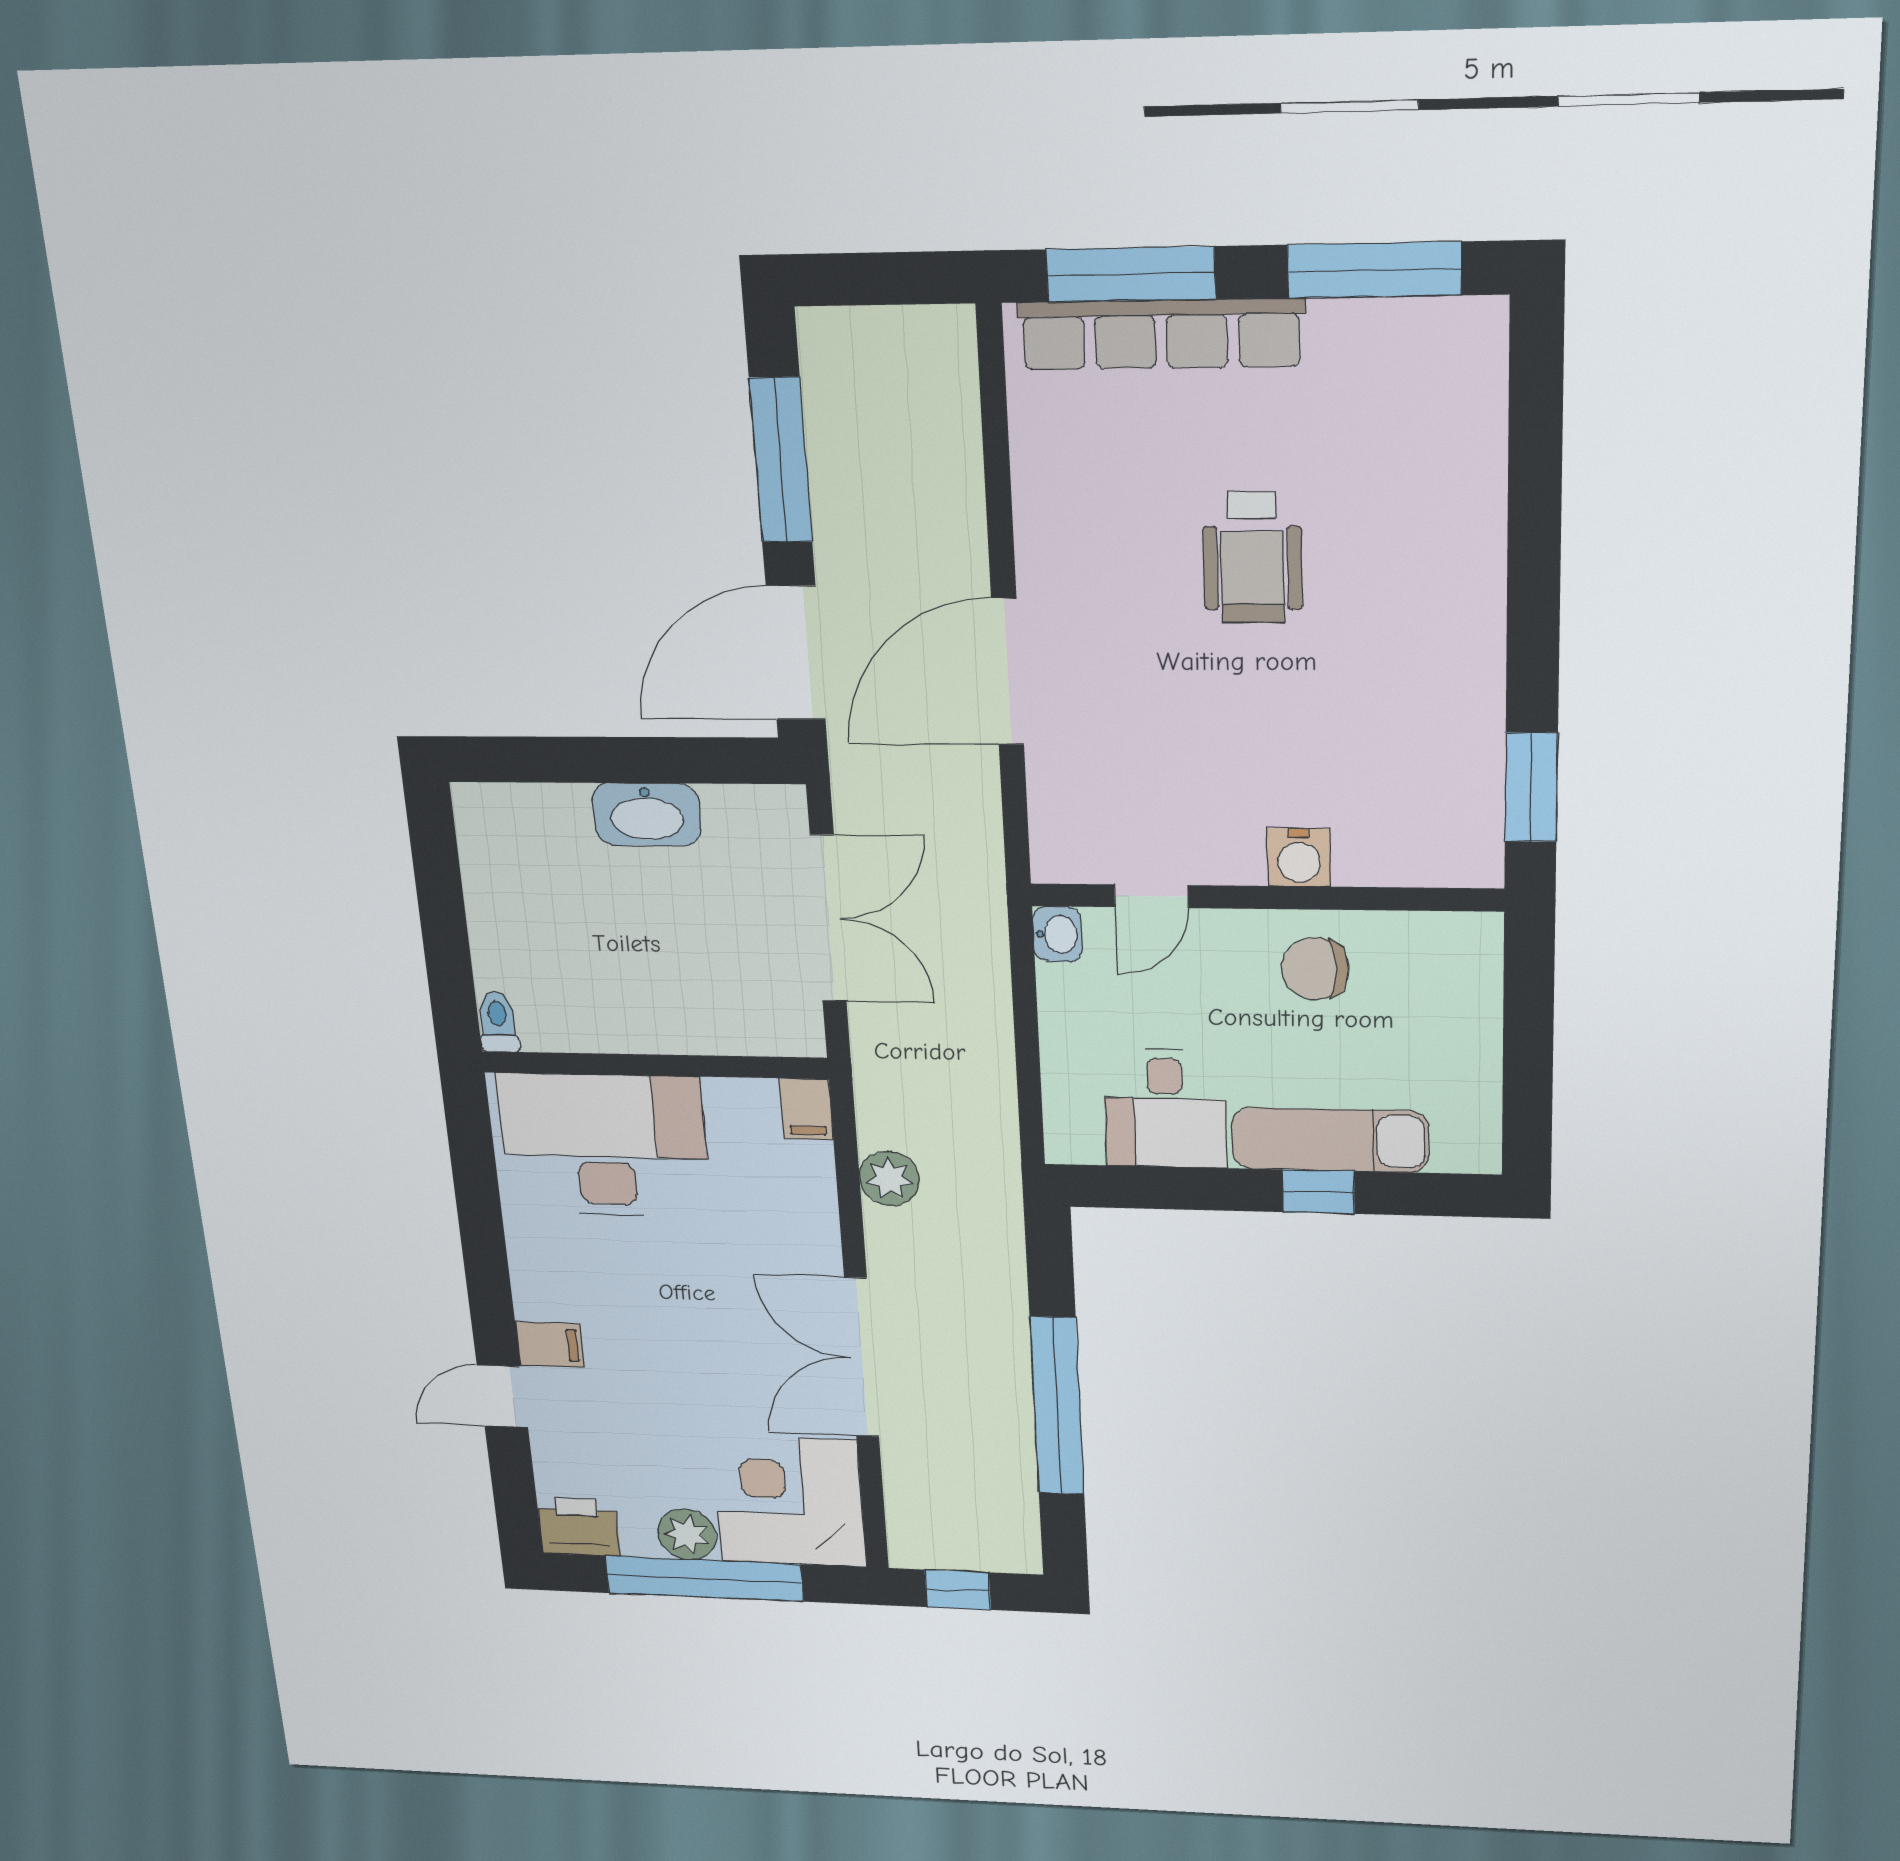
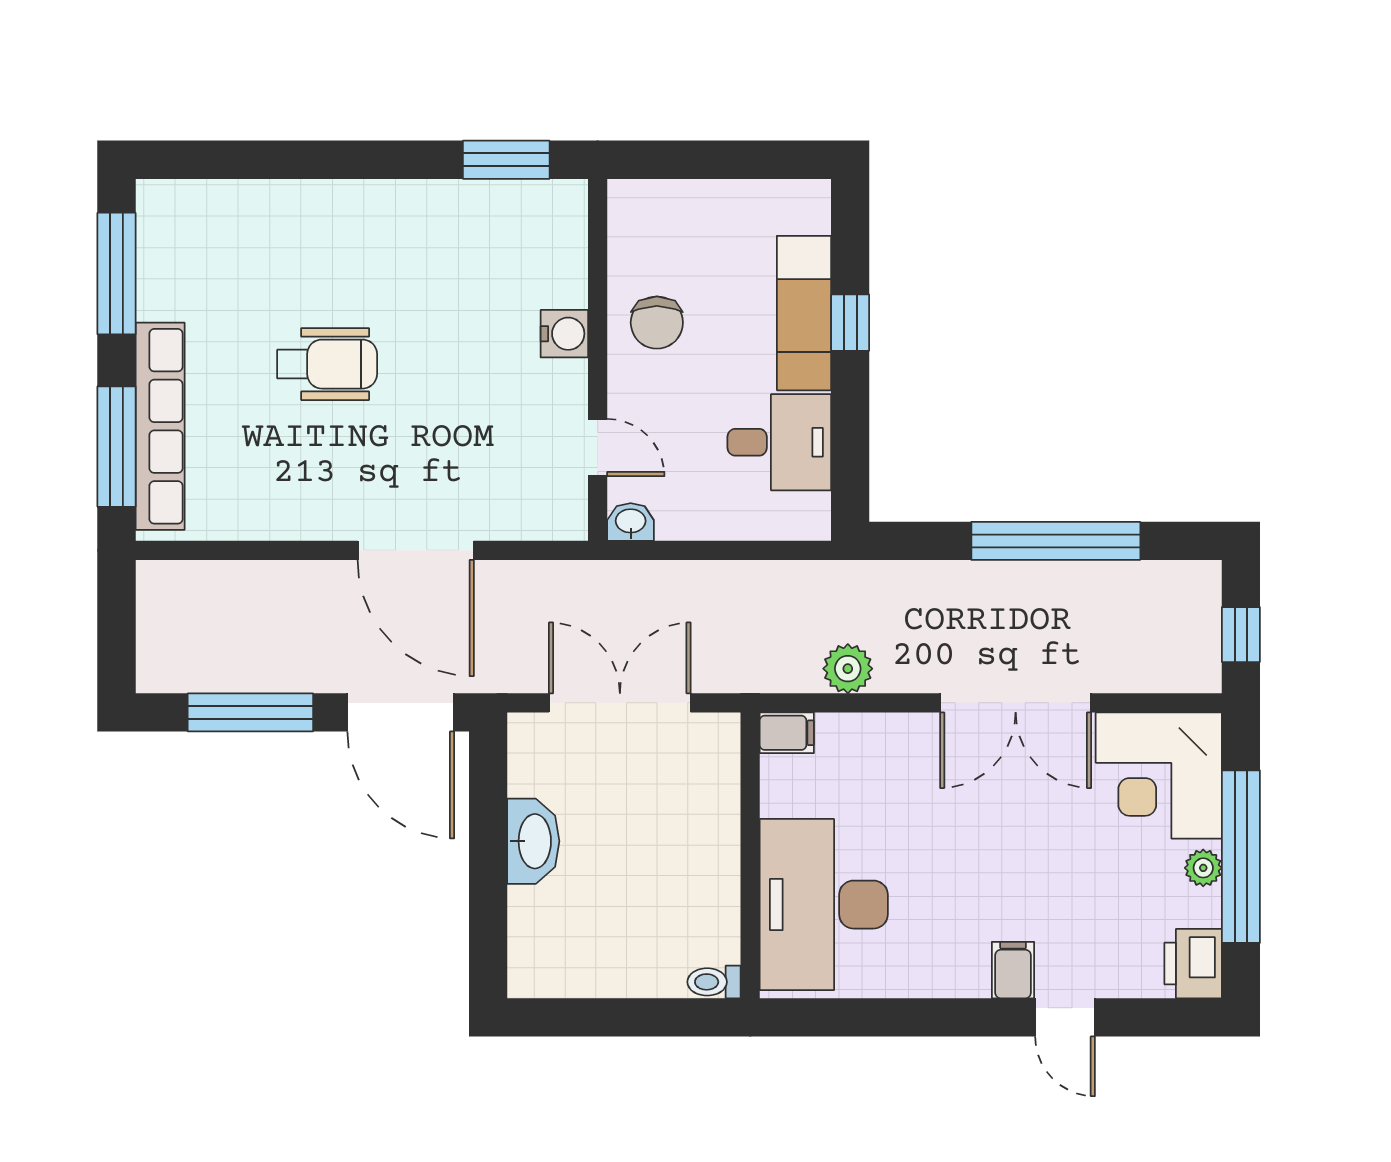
plant: (687, 1534) -> (1203, 868), width x0.73, depth x0.73

